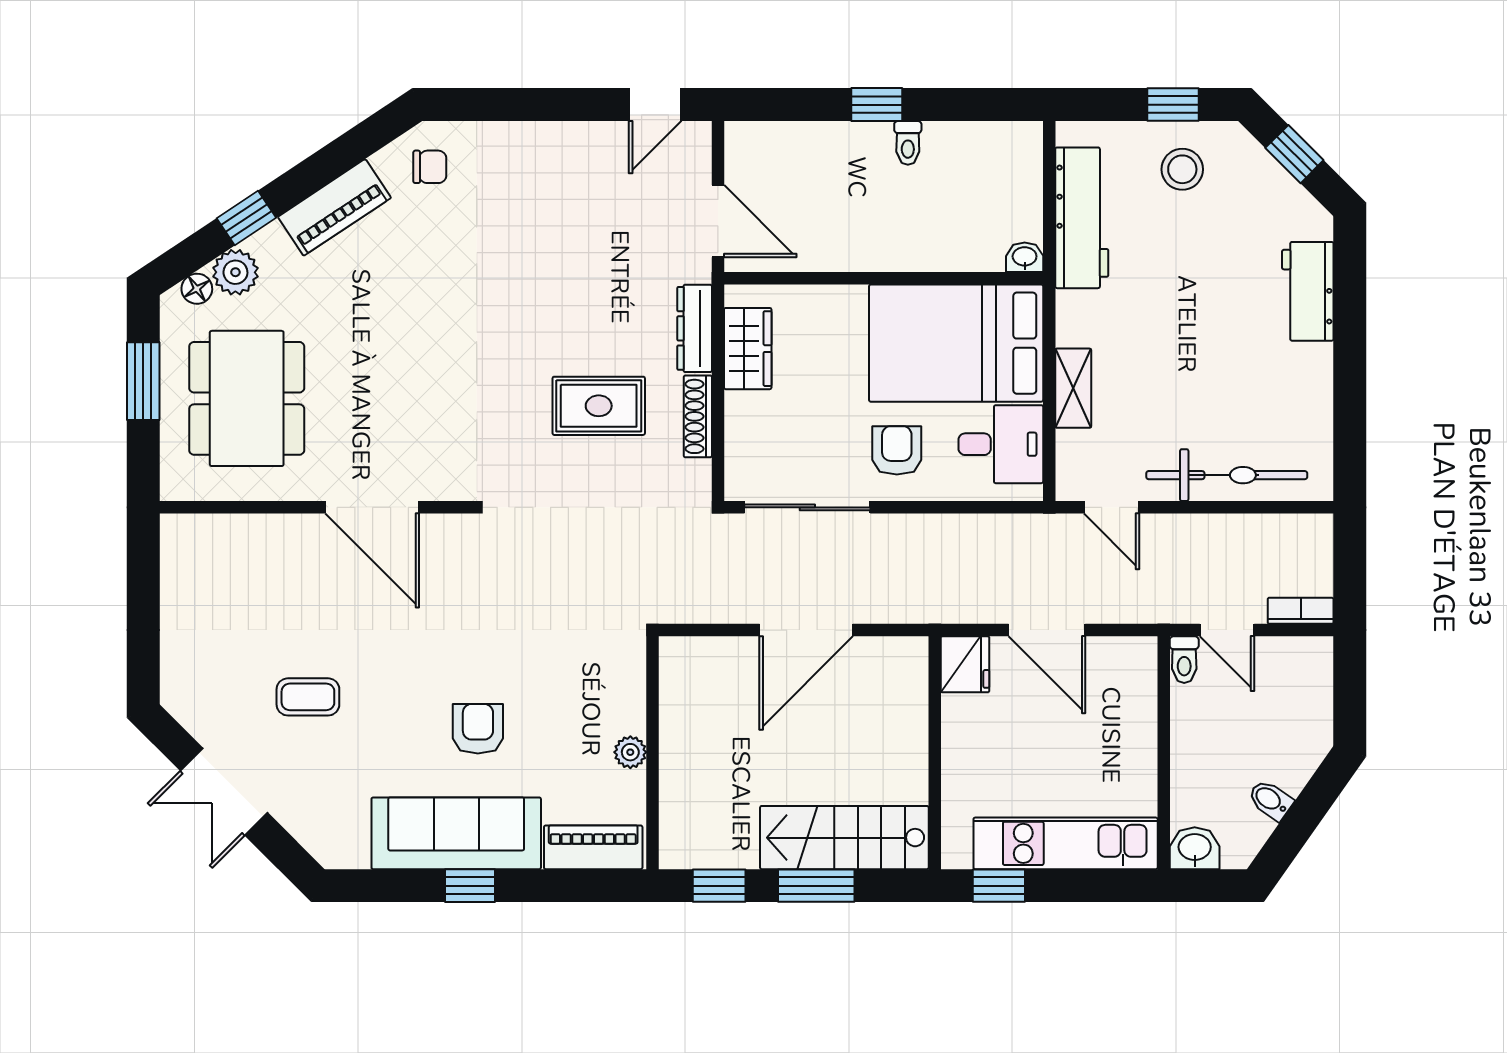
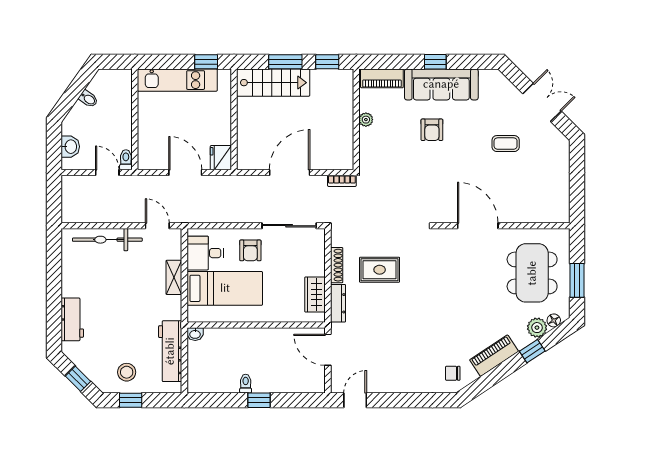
bed: (956, 343) -> (225, 288), width x0.67
bookcase: (1301, 611) -> (342, 181), moved
washbasin: (1195, 848) -> (70, 147), moved, turned -90

